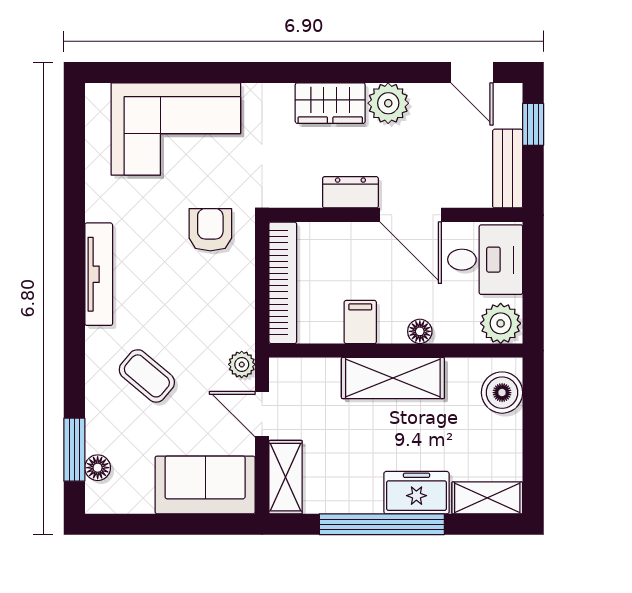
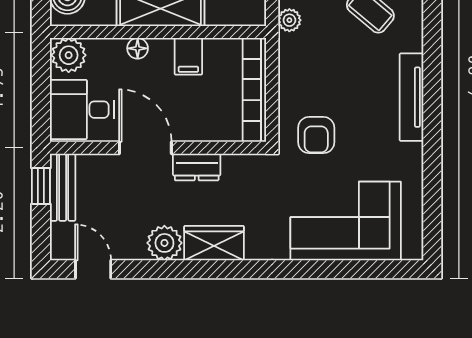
window: (533, 124) -> (41, 186), moved

